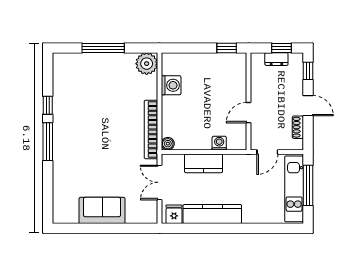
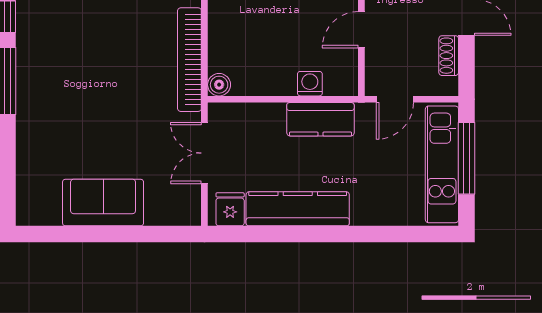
kitchen counter: (203, 163) -> (320, 119), moved

